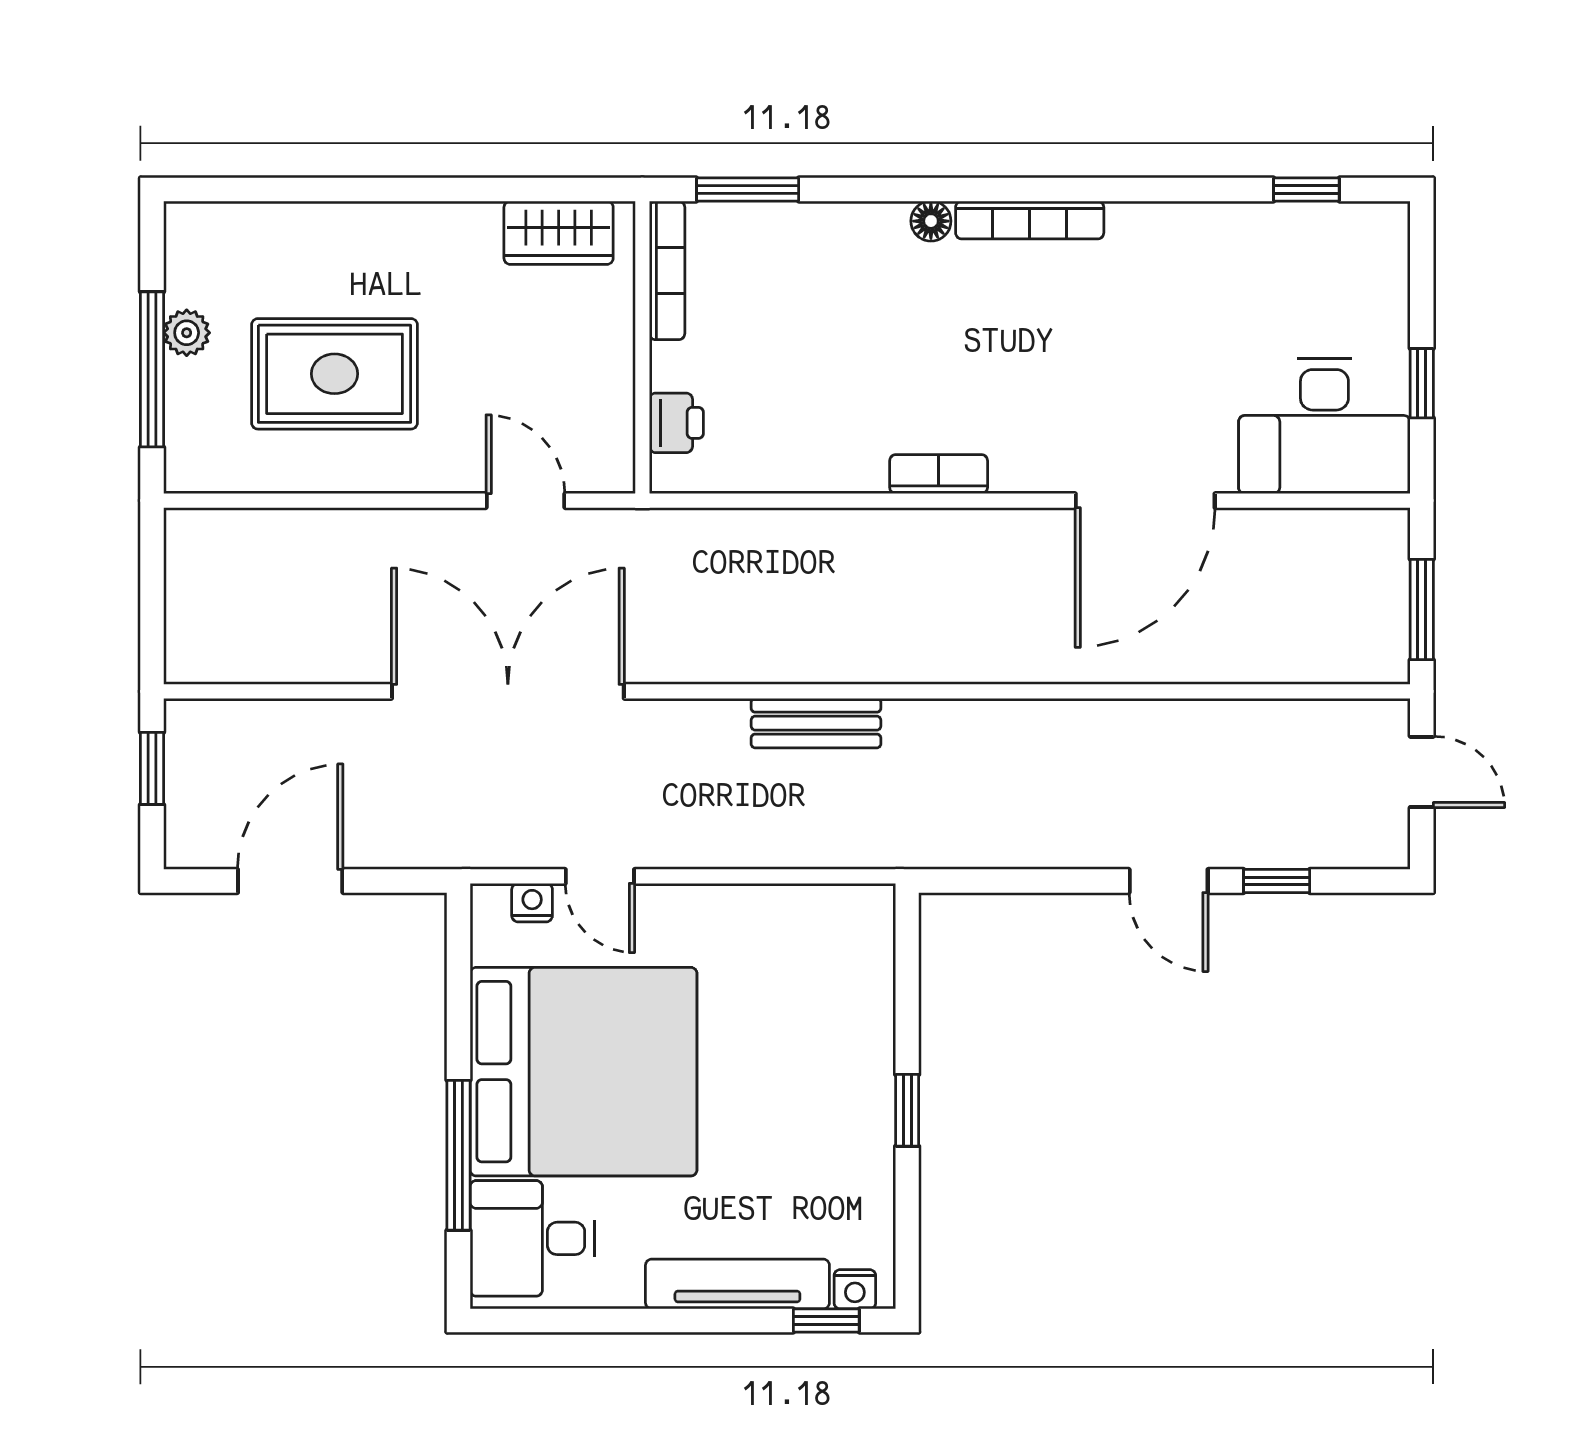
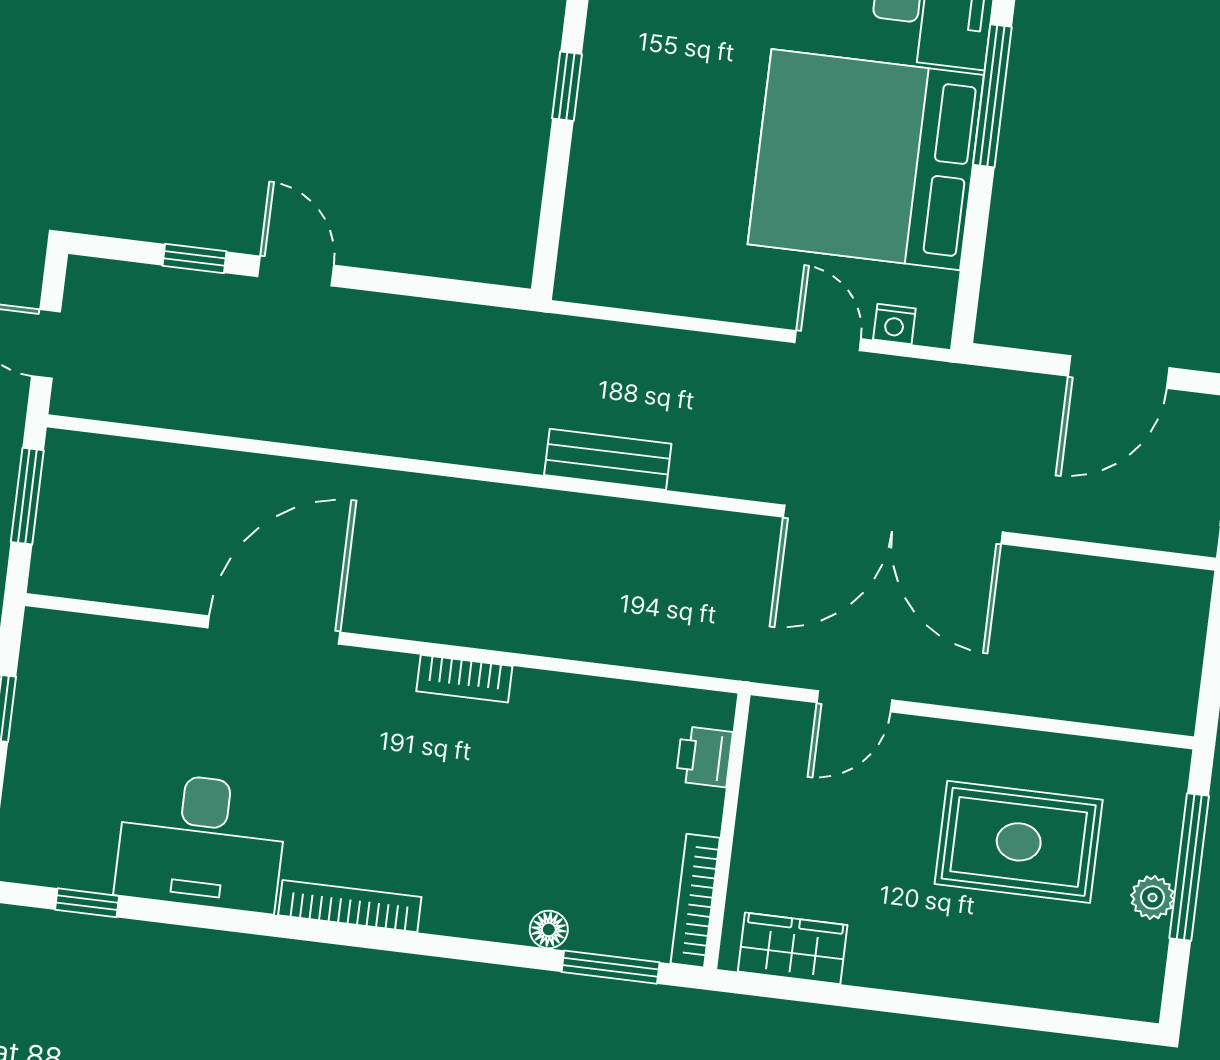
floor lamp: (931, 221) -> (549, 929), moved
desk: (1324, 426) -> (201, 842), moved, turned 180
door: (526, 501) -> (854, 701), hinge flipped

